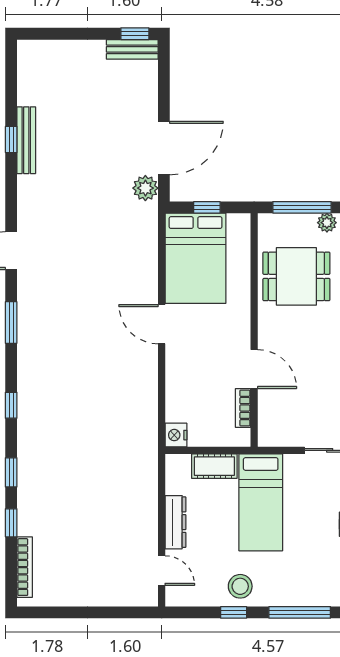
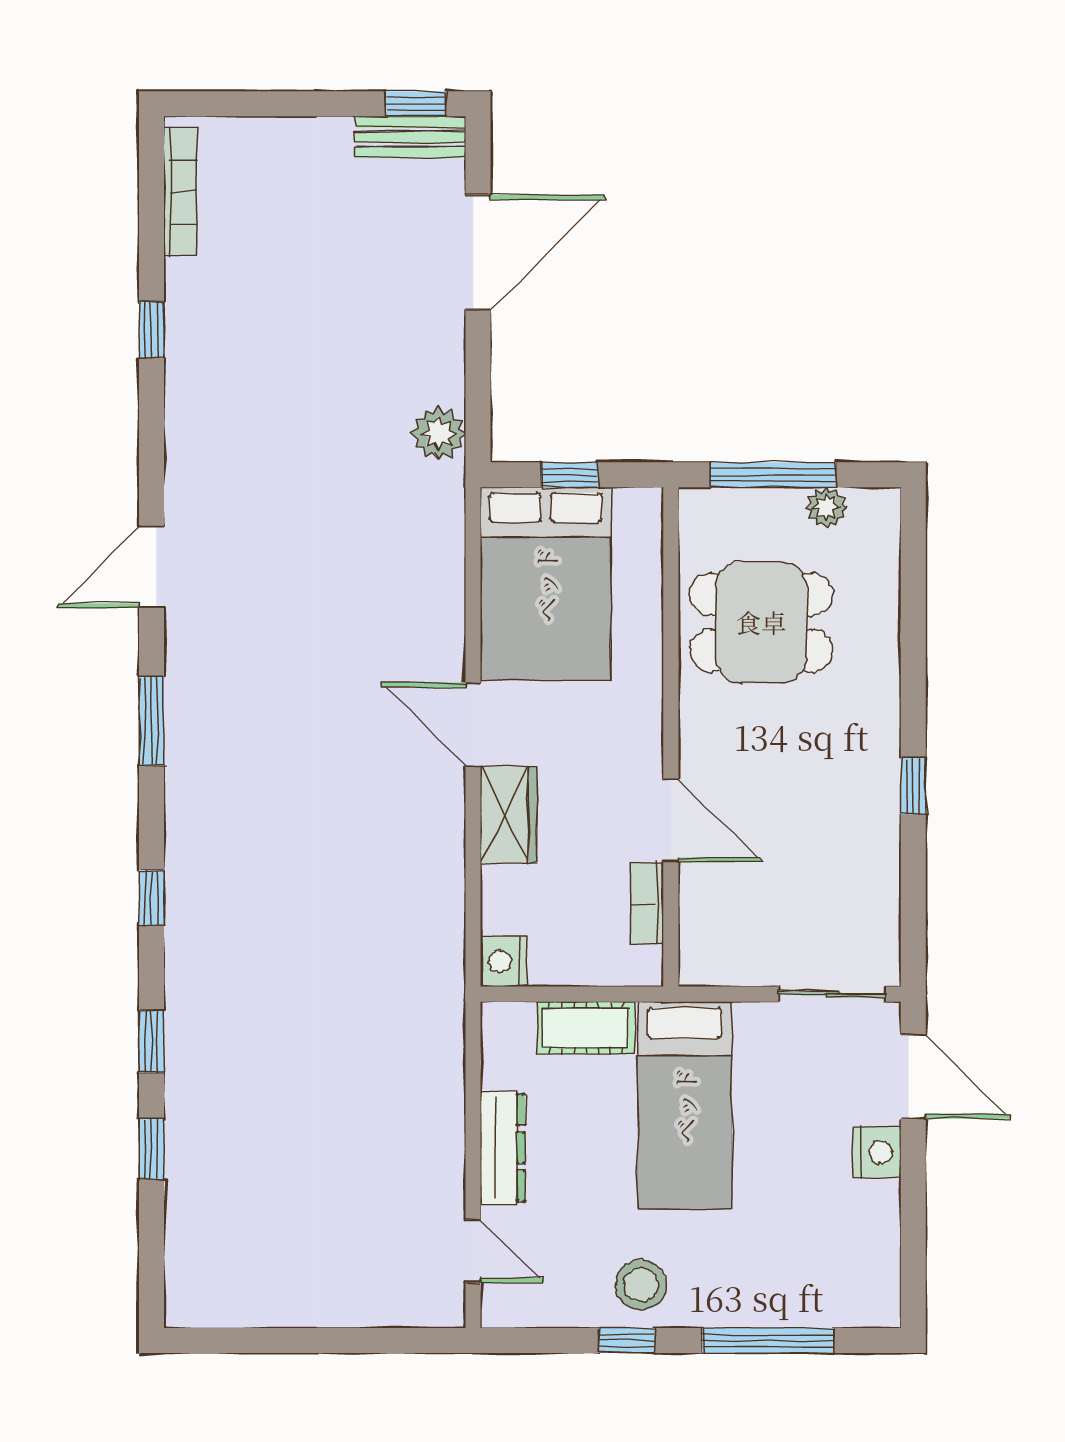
bench: (26, 140) -> (184, 331), removed
door: (164, 148) -> (478, 252), moved
wardrobe: (178, 366) -> (509, 815), added
bookcase: (25, 567) -> (180, 192), moved

